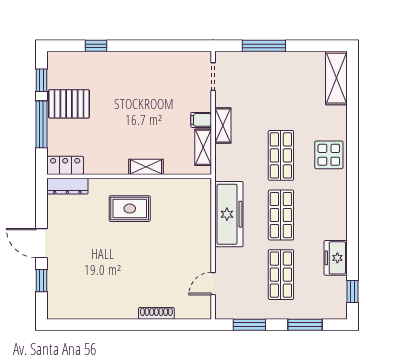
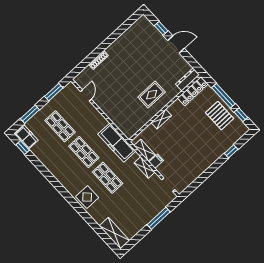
pallet: (69, 104) -> (220, 116), turned 90
locker: (65, 165) -> (193, 91), width x1.53
freezer: (229, 214) -> (117, 143), moved
freezer: (336, 258) -> (26, 137), moved

